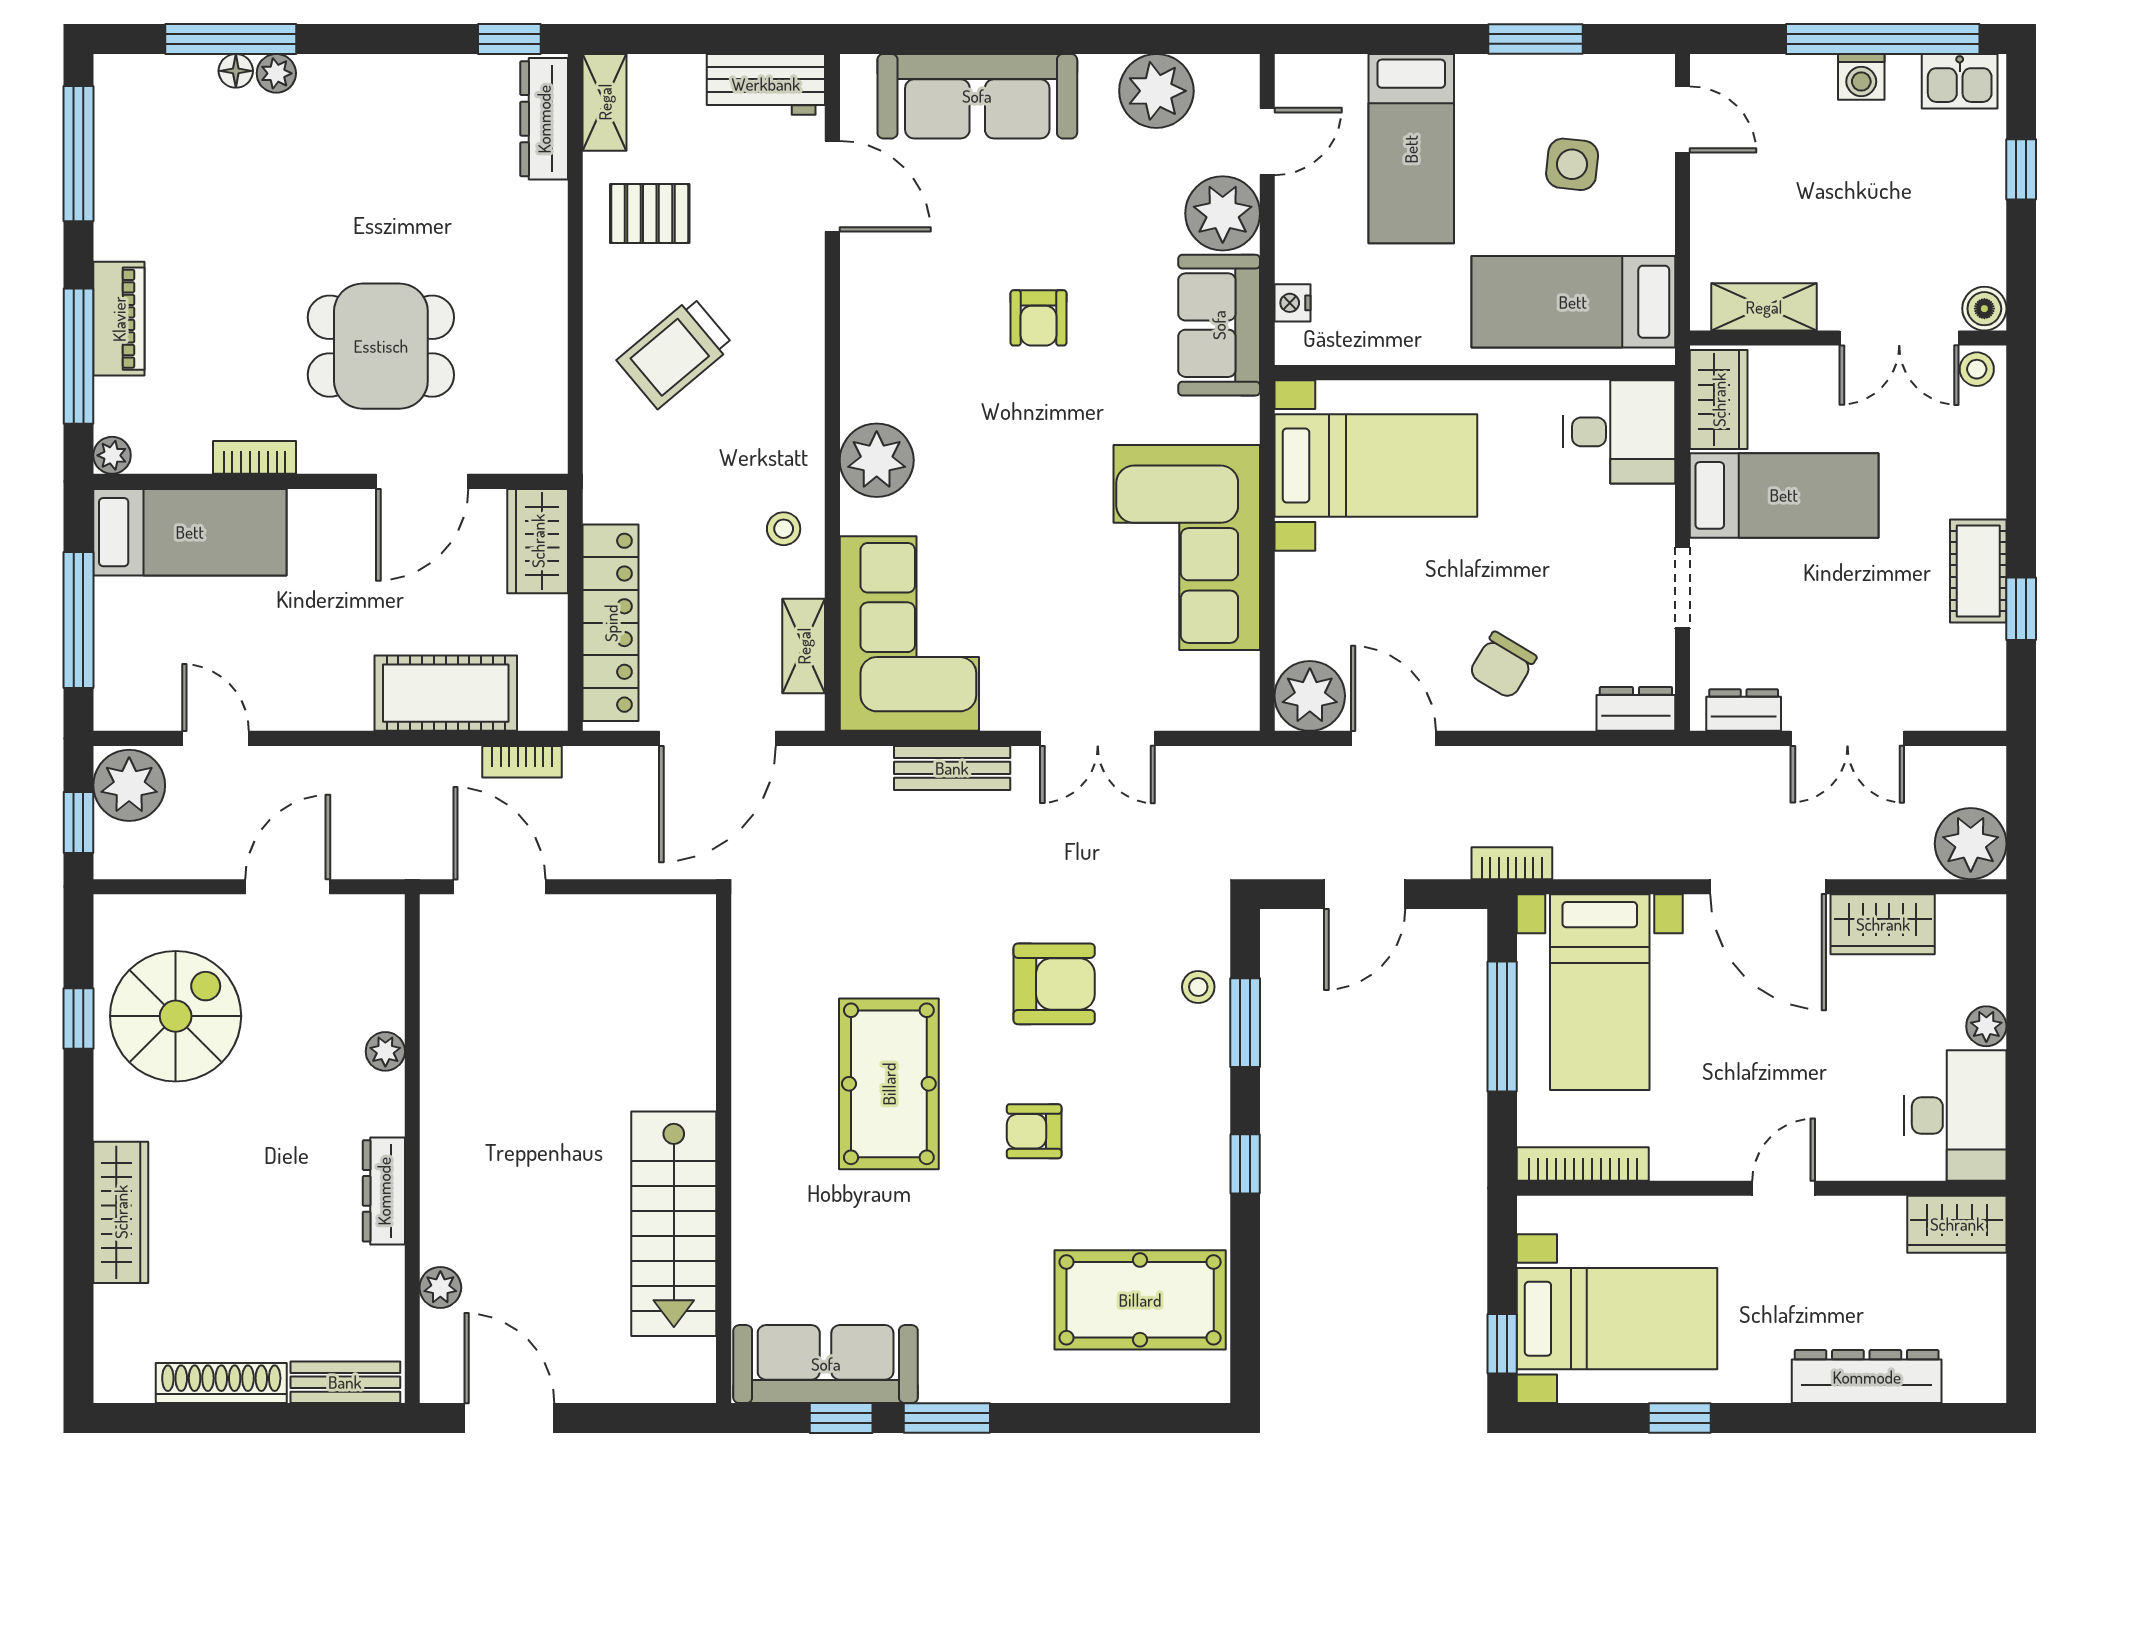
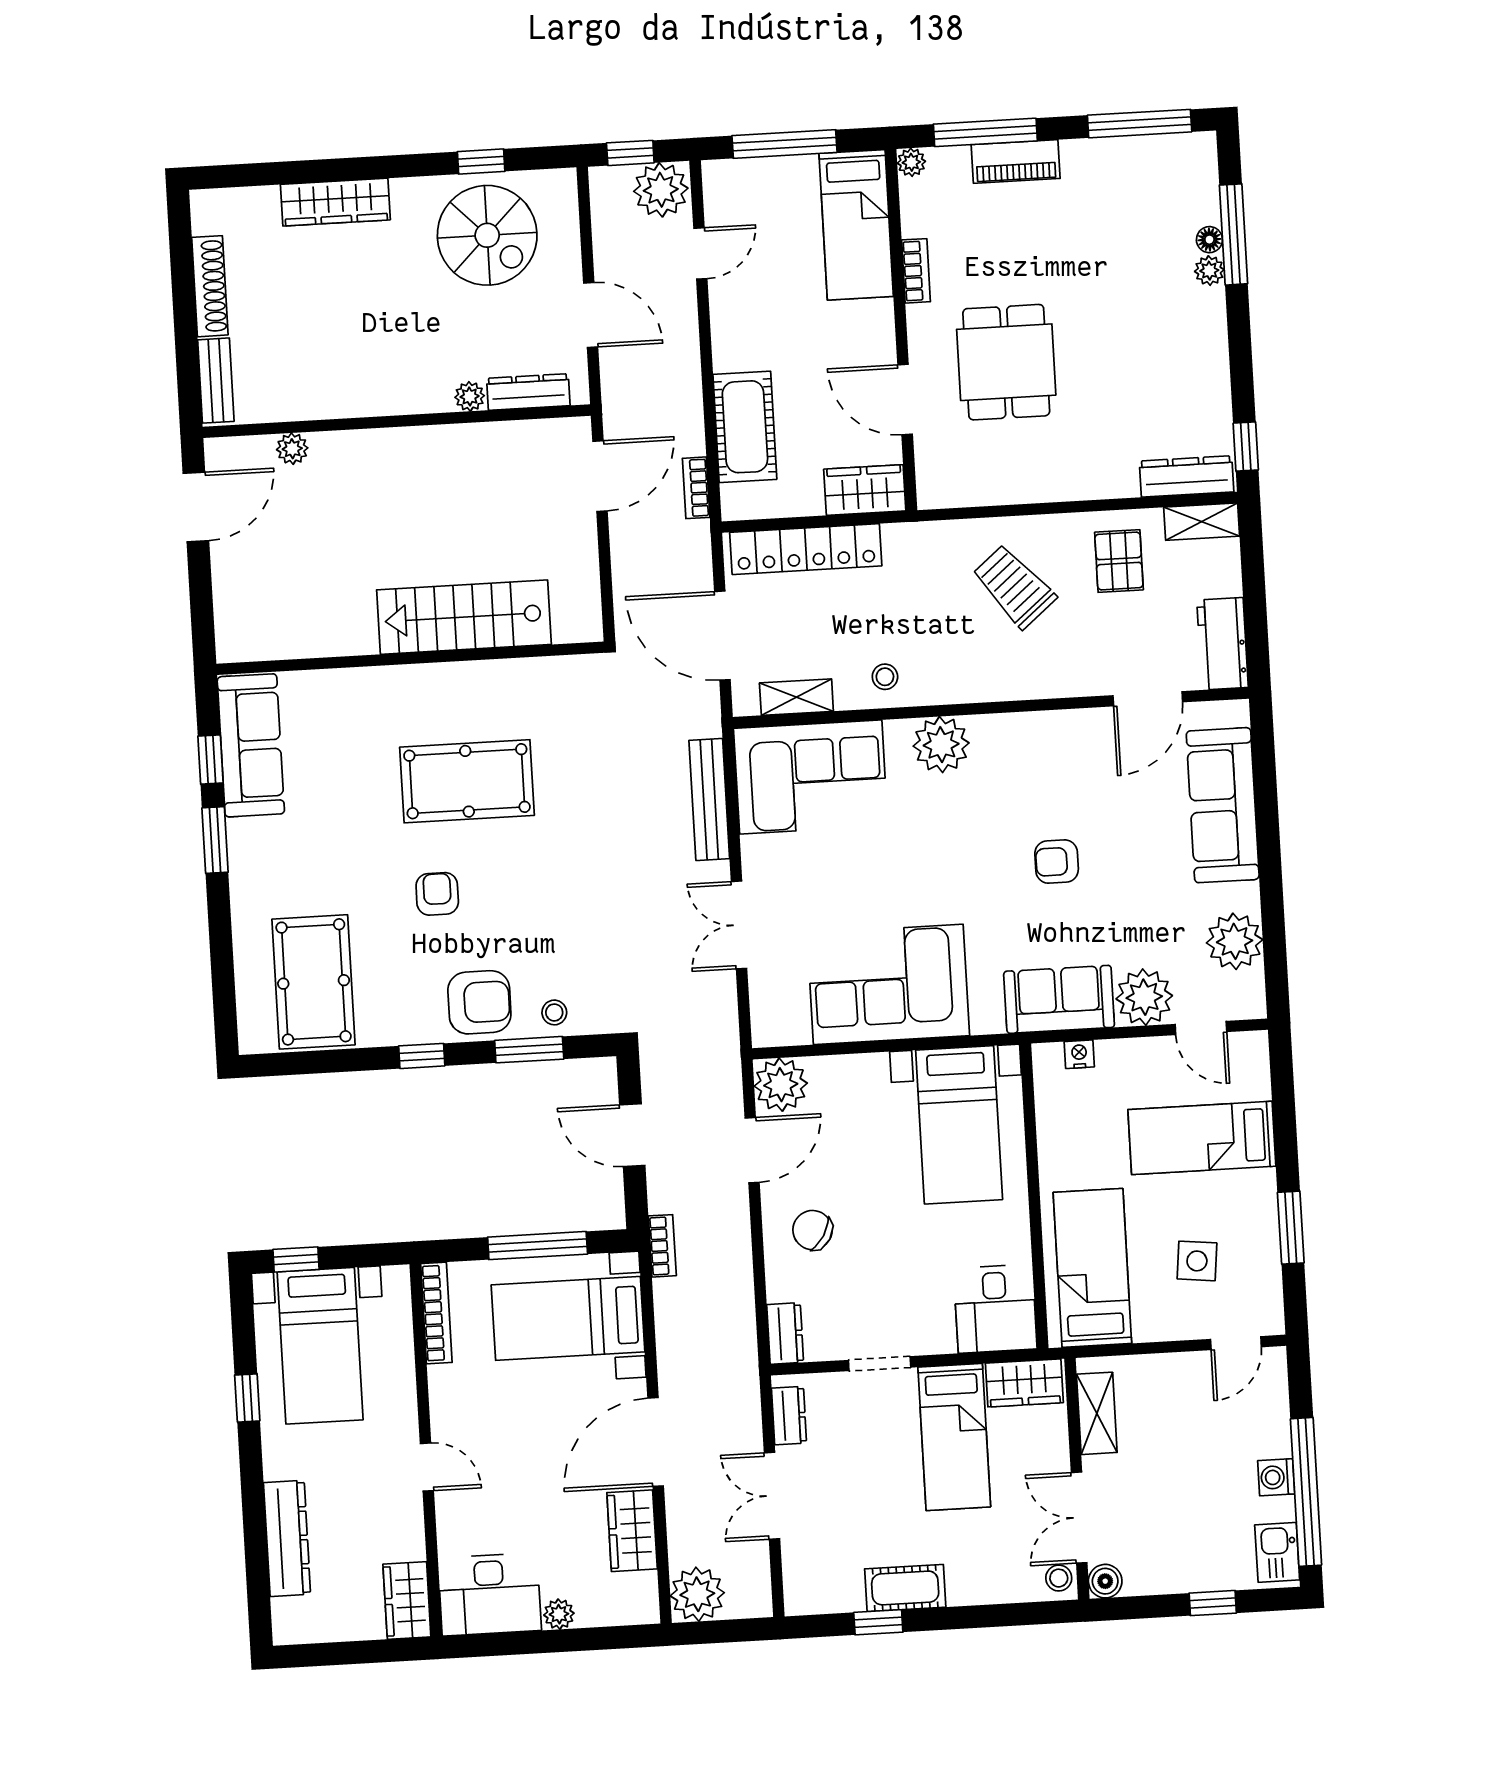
bench: (952, 768) -> (709, 799), width x1.36
armchair: (1054, 984) -> (479, 1002), moved, turned -90
dresser: (384, 1191) -> (528, 392), moved
stairs: (674, 1224) -> (464, 617), moved

